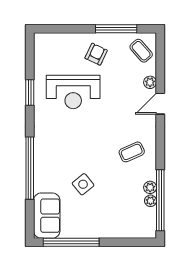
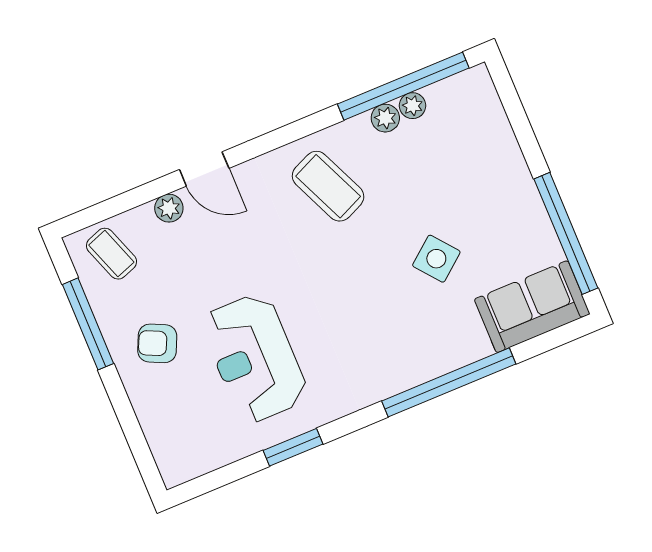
coffee table: (141, 51) -> (111, 254), turned -69
reception desk: (73, 92) -> (255, 358), turned 180
coffee table: (132, 152) -> (328, 186), width x1.36, depth x1.30

